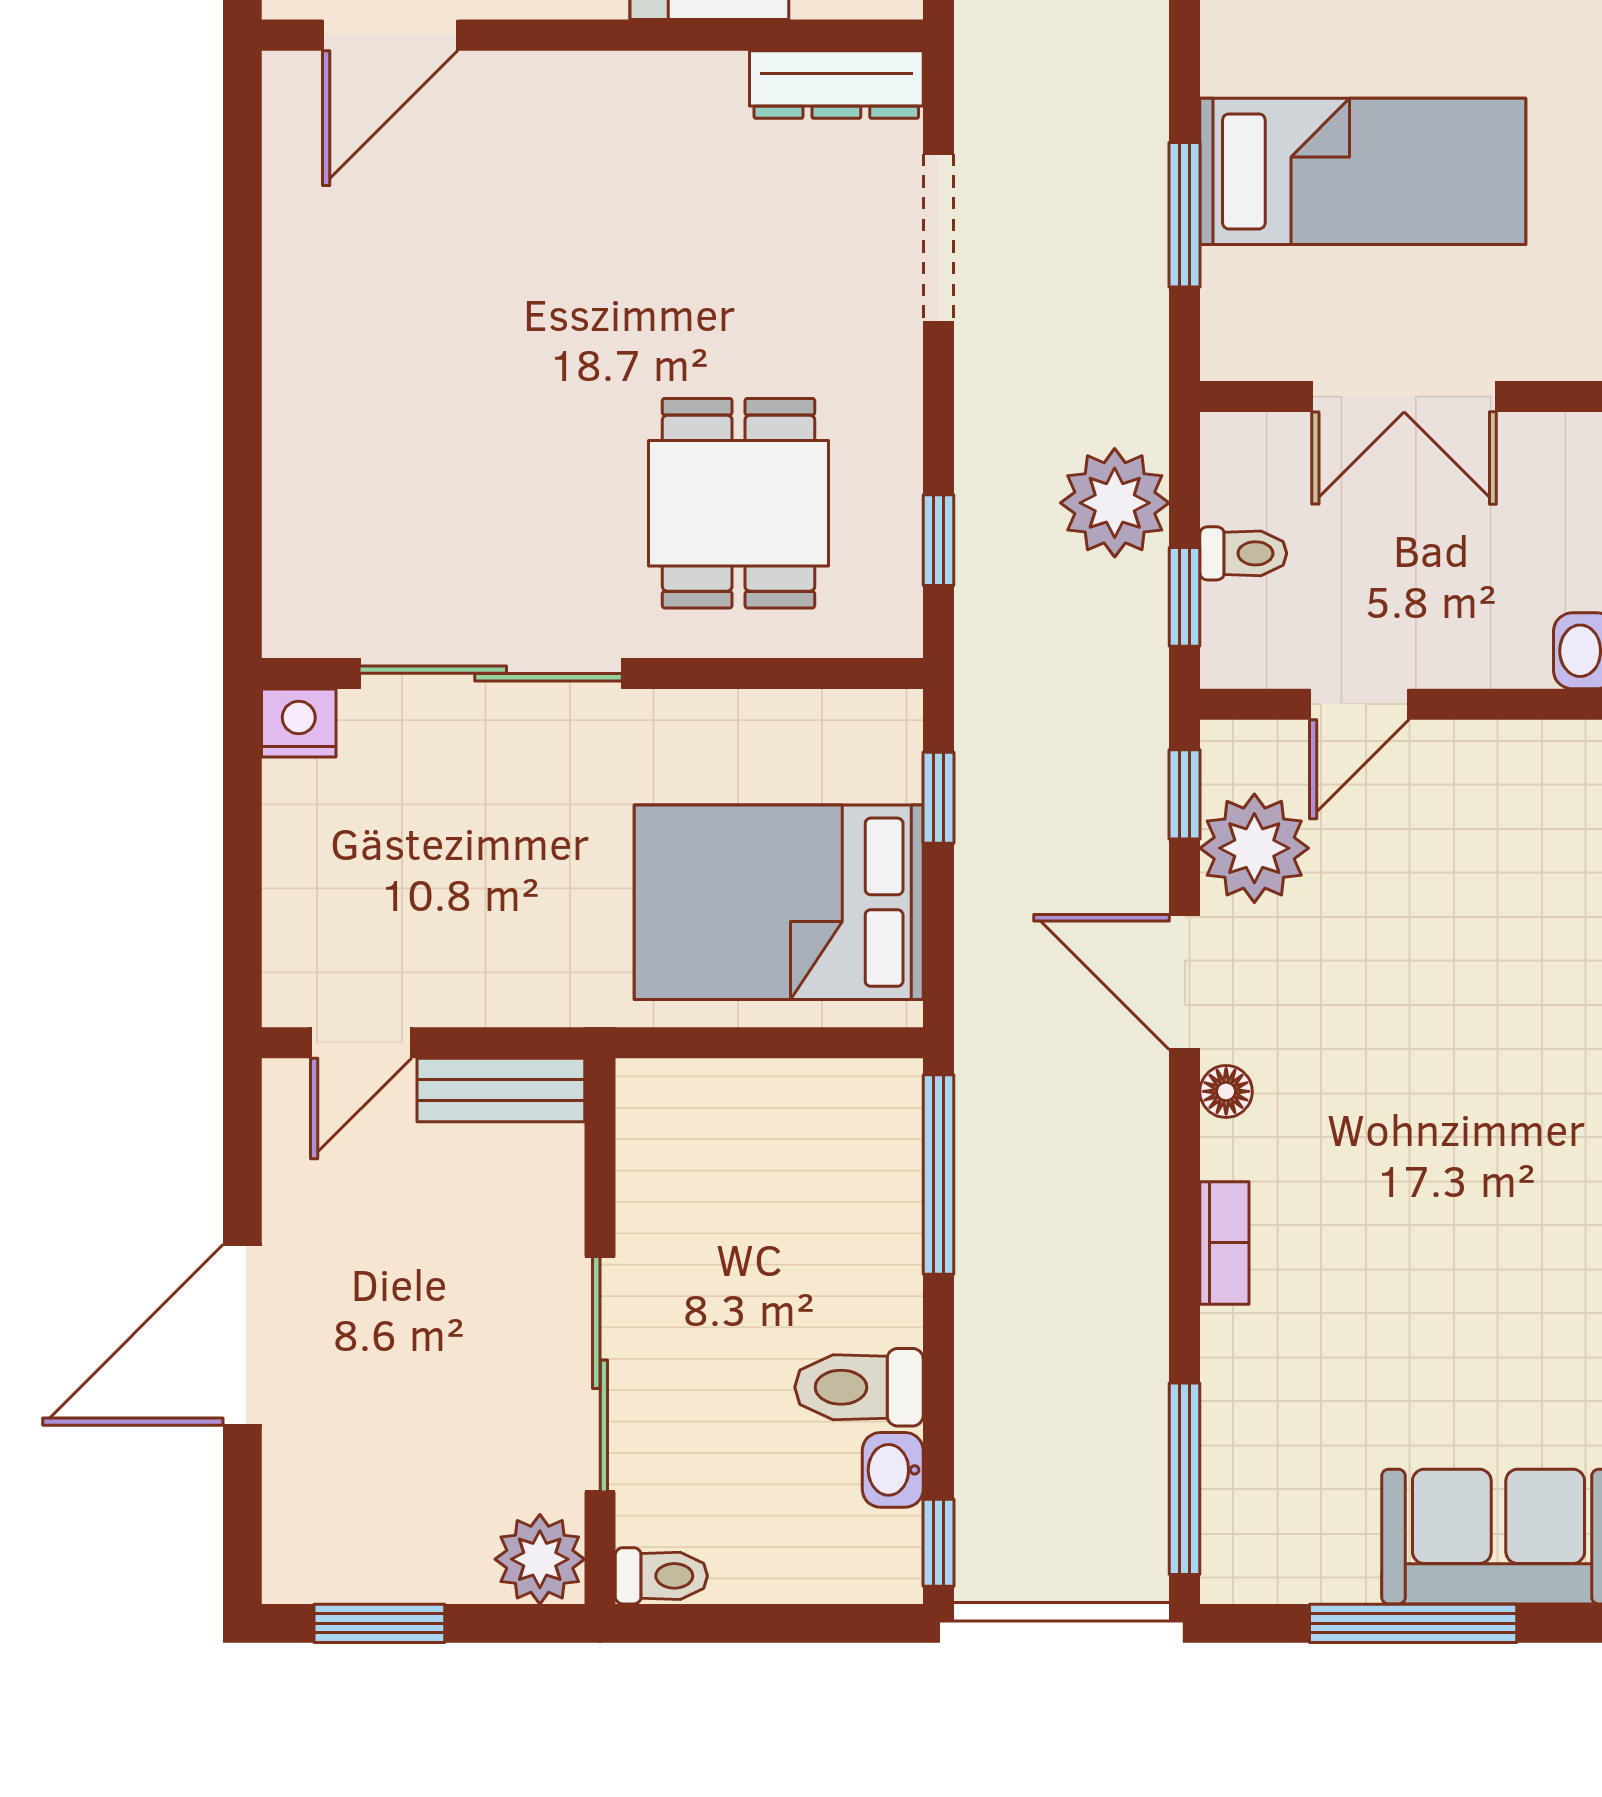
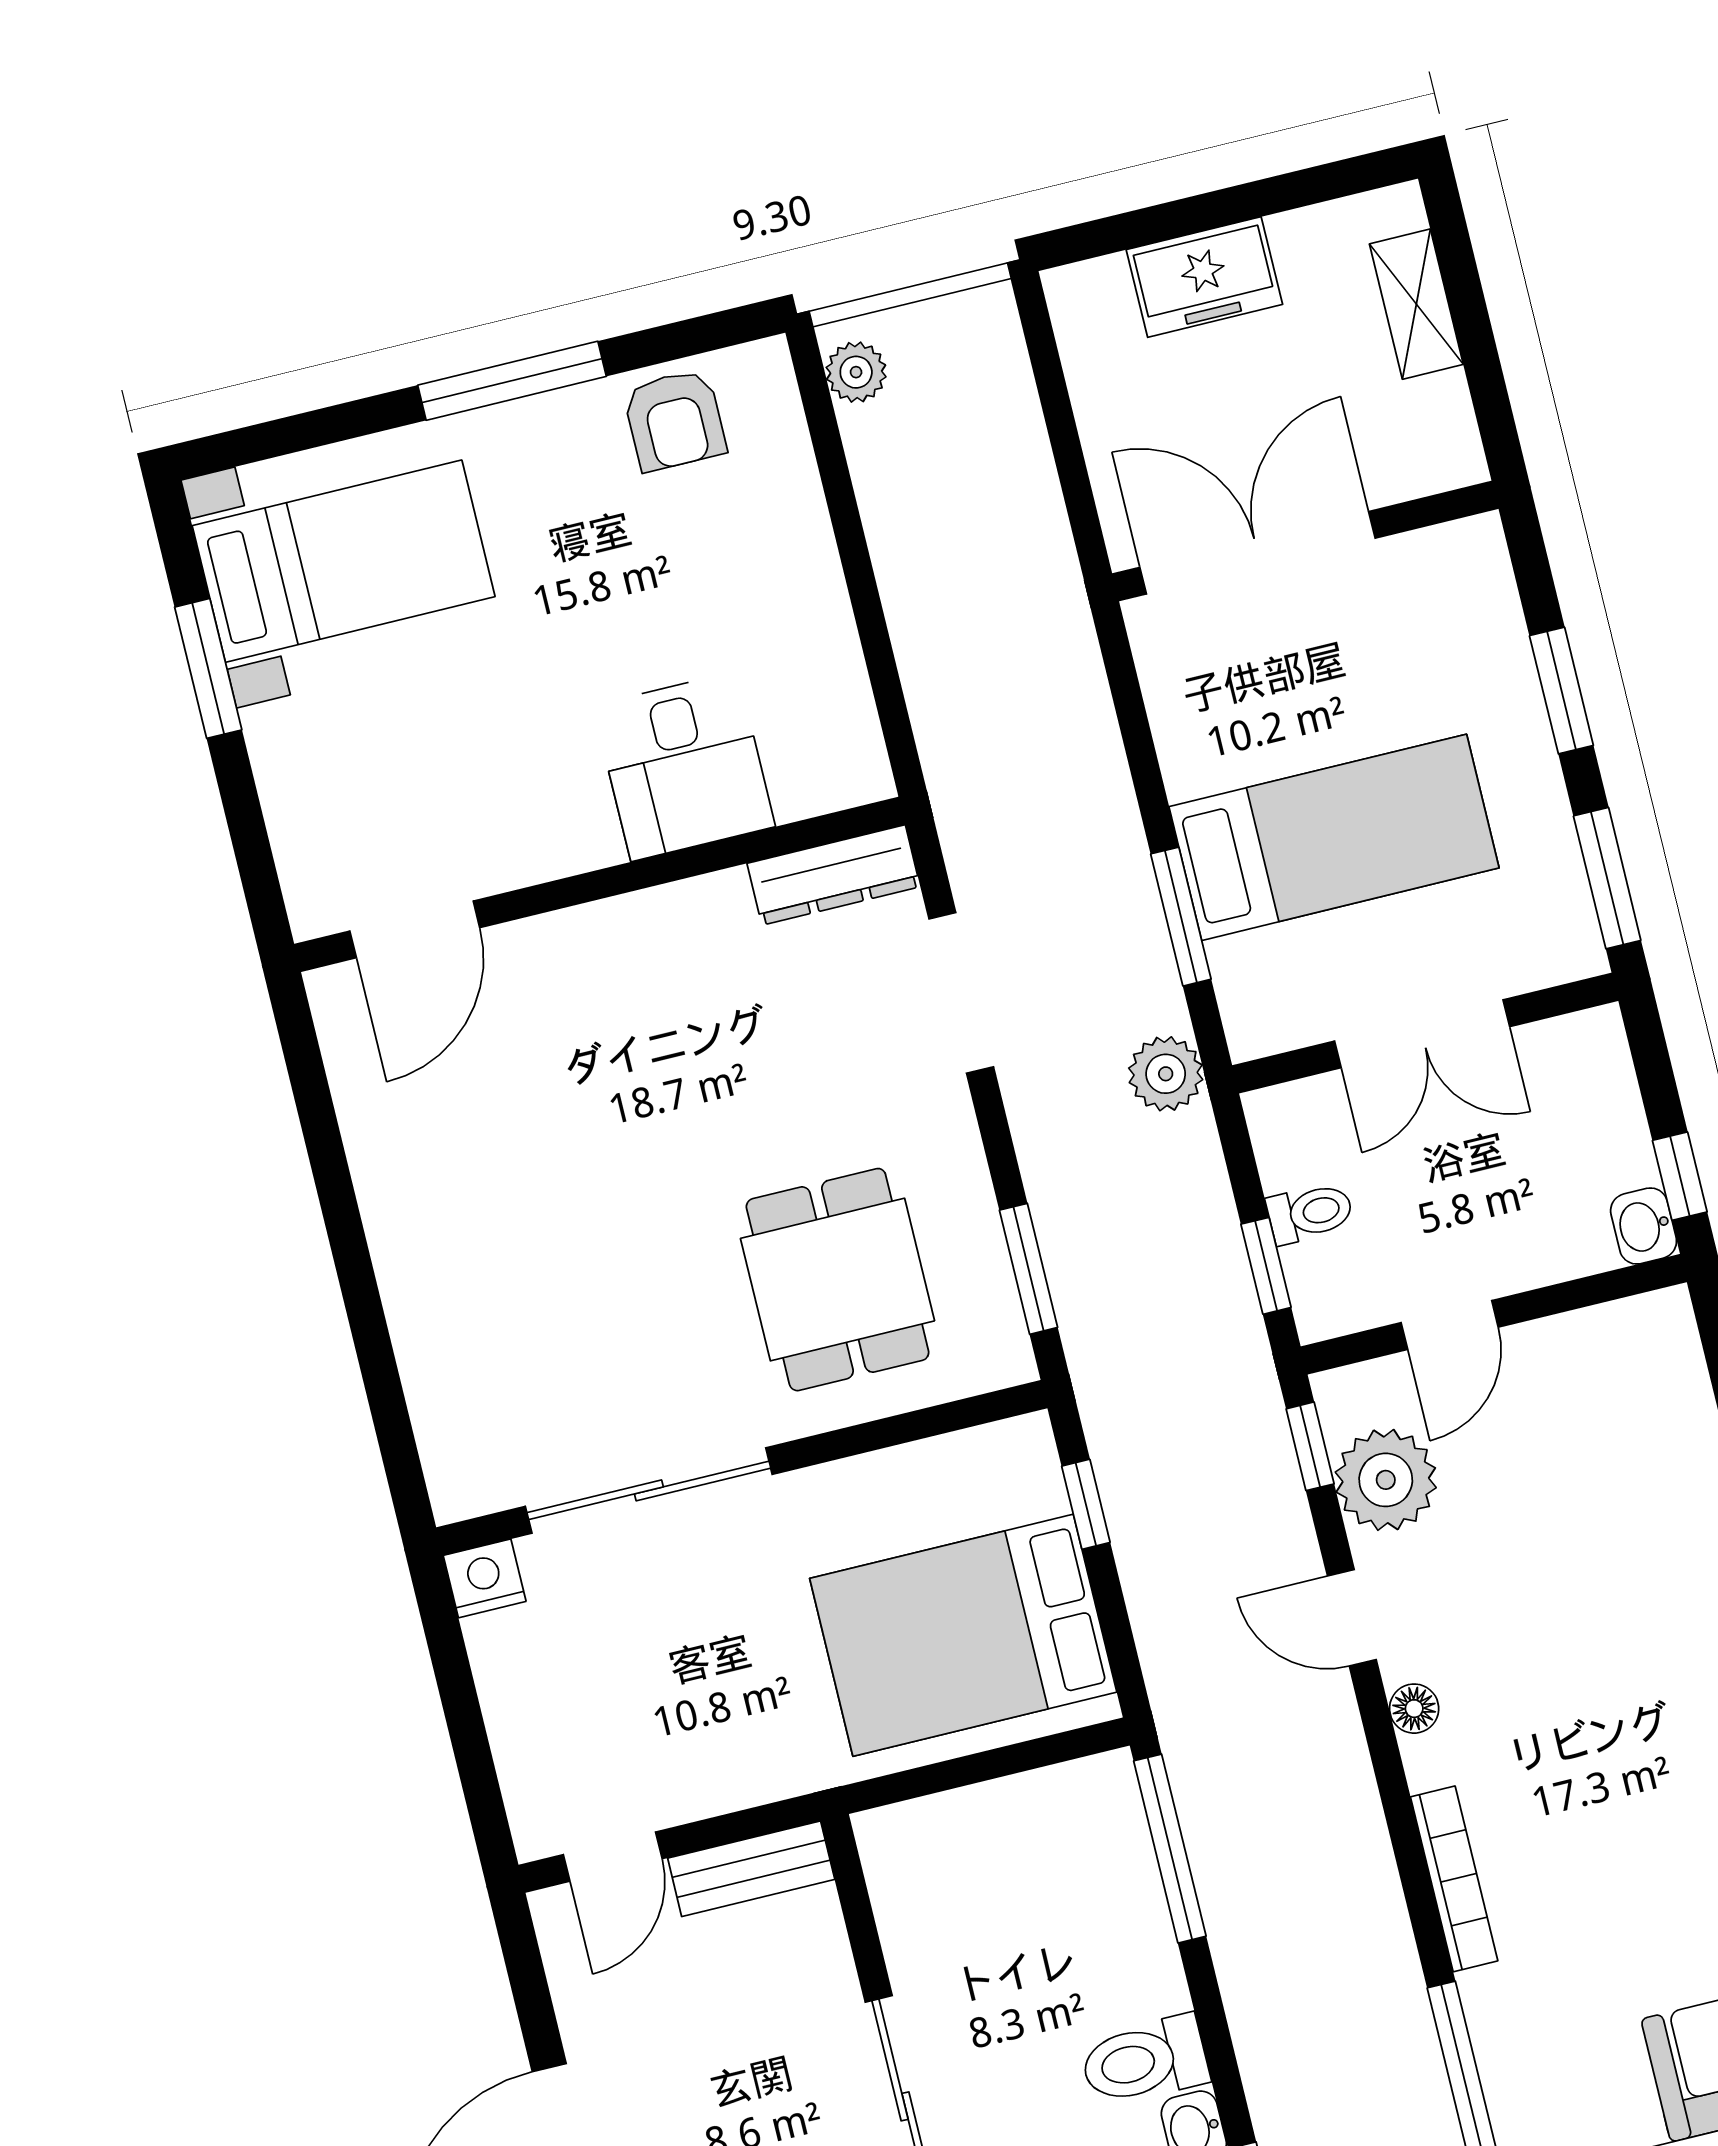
plant: (1115, 503) -> (1166, 1074), moved, width x0.73, depth x0.73
window: (938, 540) -> (1028, 1269), width x1.50
door: (1185, 982) -> (1352, 1618), width x0.73
bookcase: (1224, 1243) -> (1454, 1879), width x1.56

